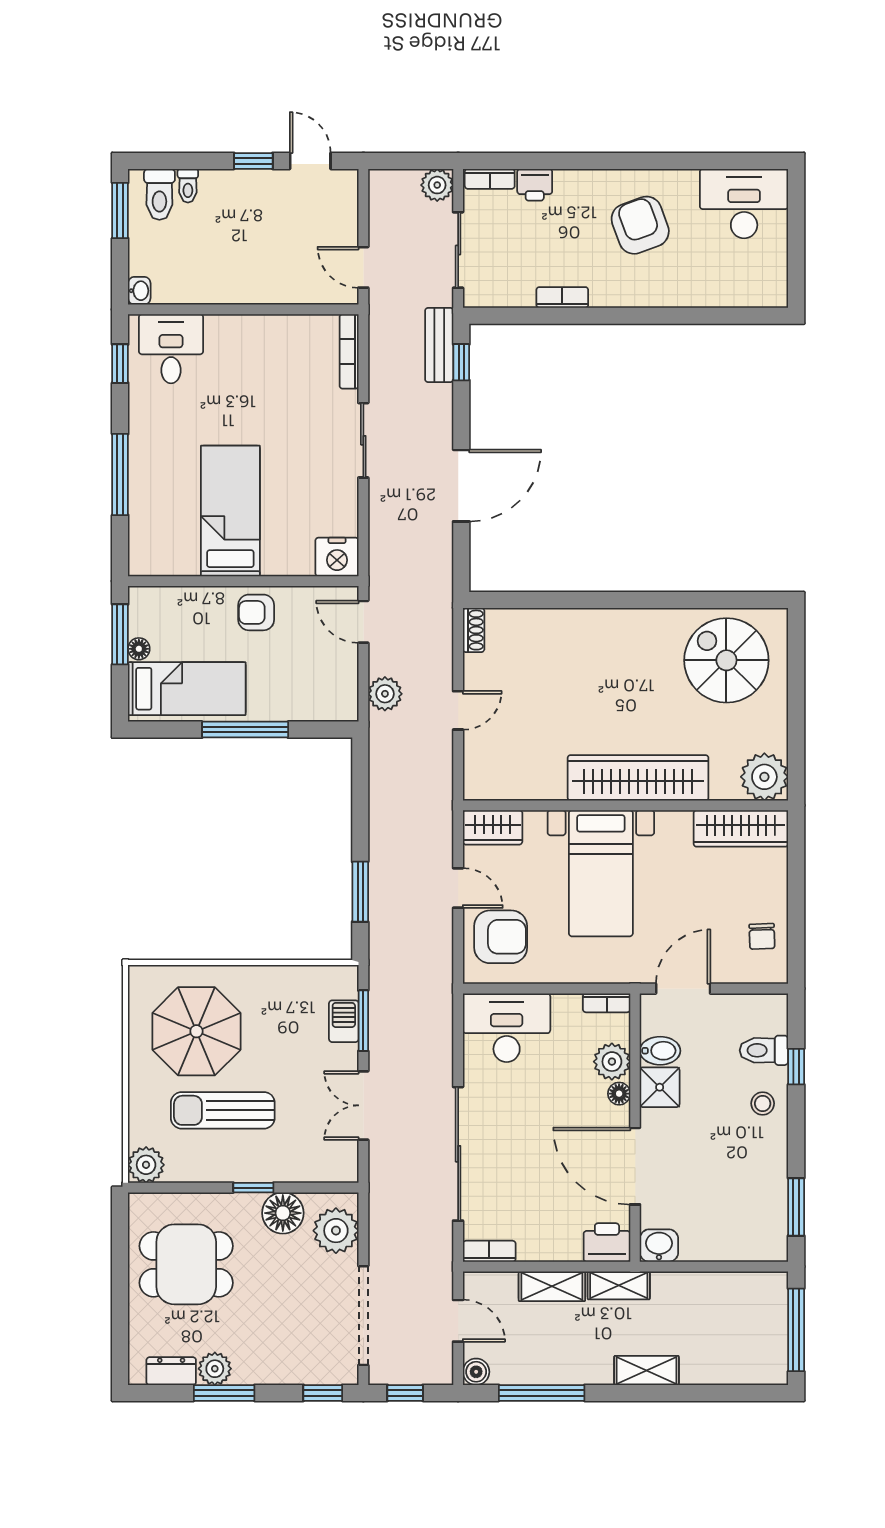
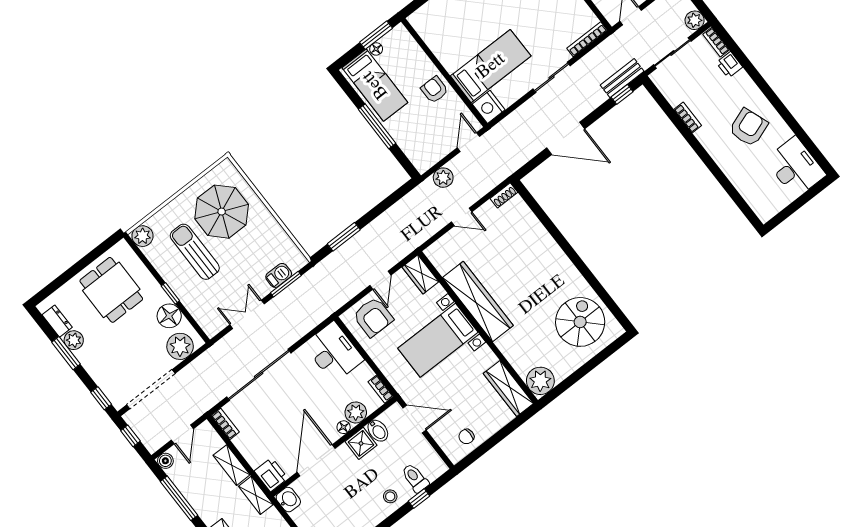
bed: (230, 511) -> (491, 66), moved
wardrobe: (638, 778) -> (478, 302), moved

